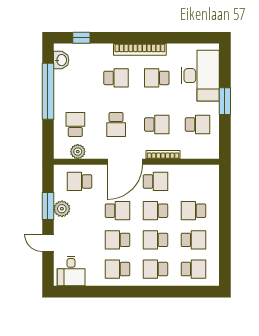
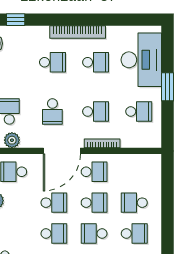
school desk: (157, 78) -> (96, 62), turned 180
school desk: (155, 211) -> (94, 203), turned 180
school desk: (117, 240) -> (54, 234), turned 180

